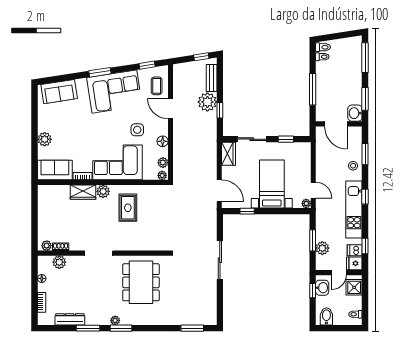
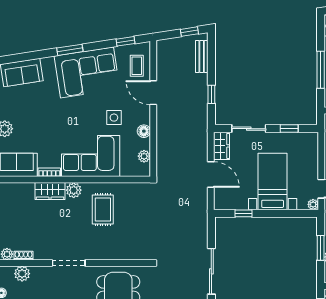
plant: (207, 102) -> (197, 85), removed
plant: (162, 175) -> (143, 171), removed
door: (219, 191) -> (211, 174), moved

